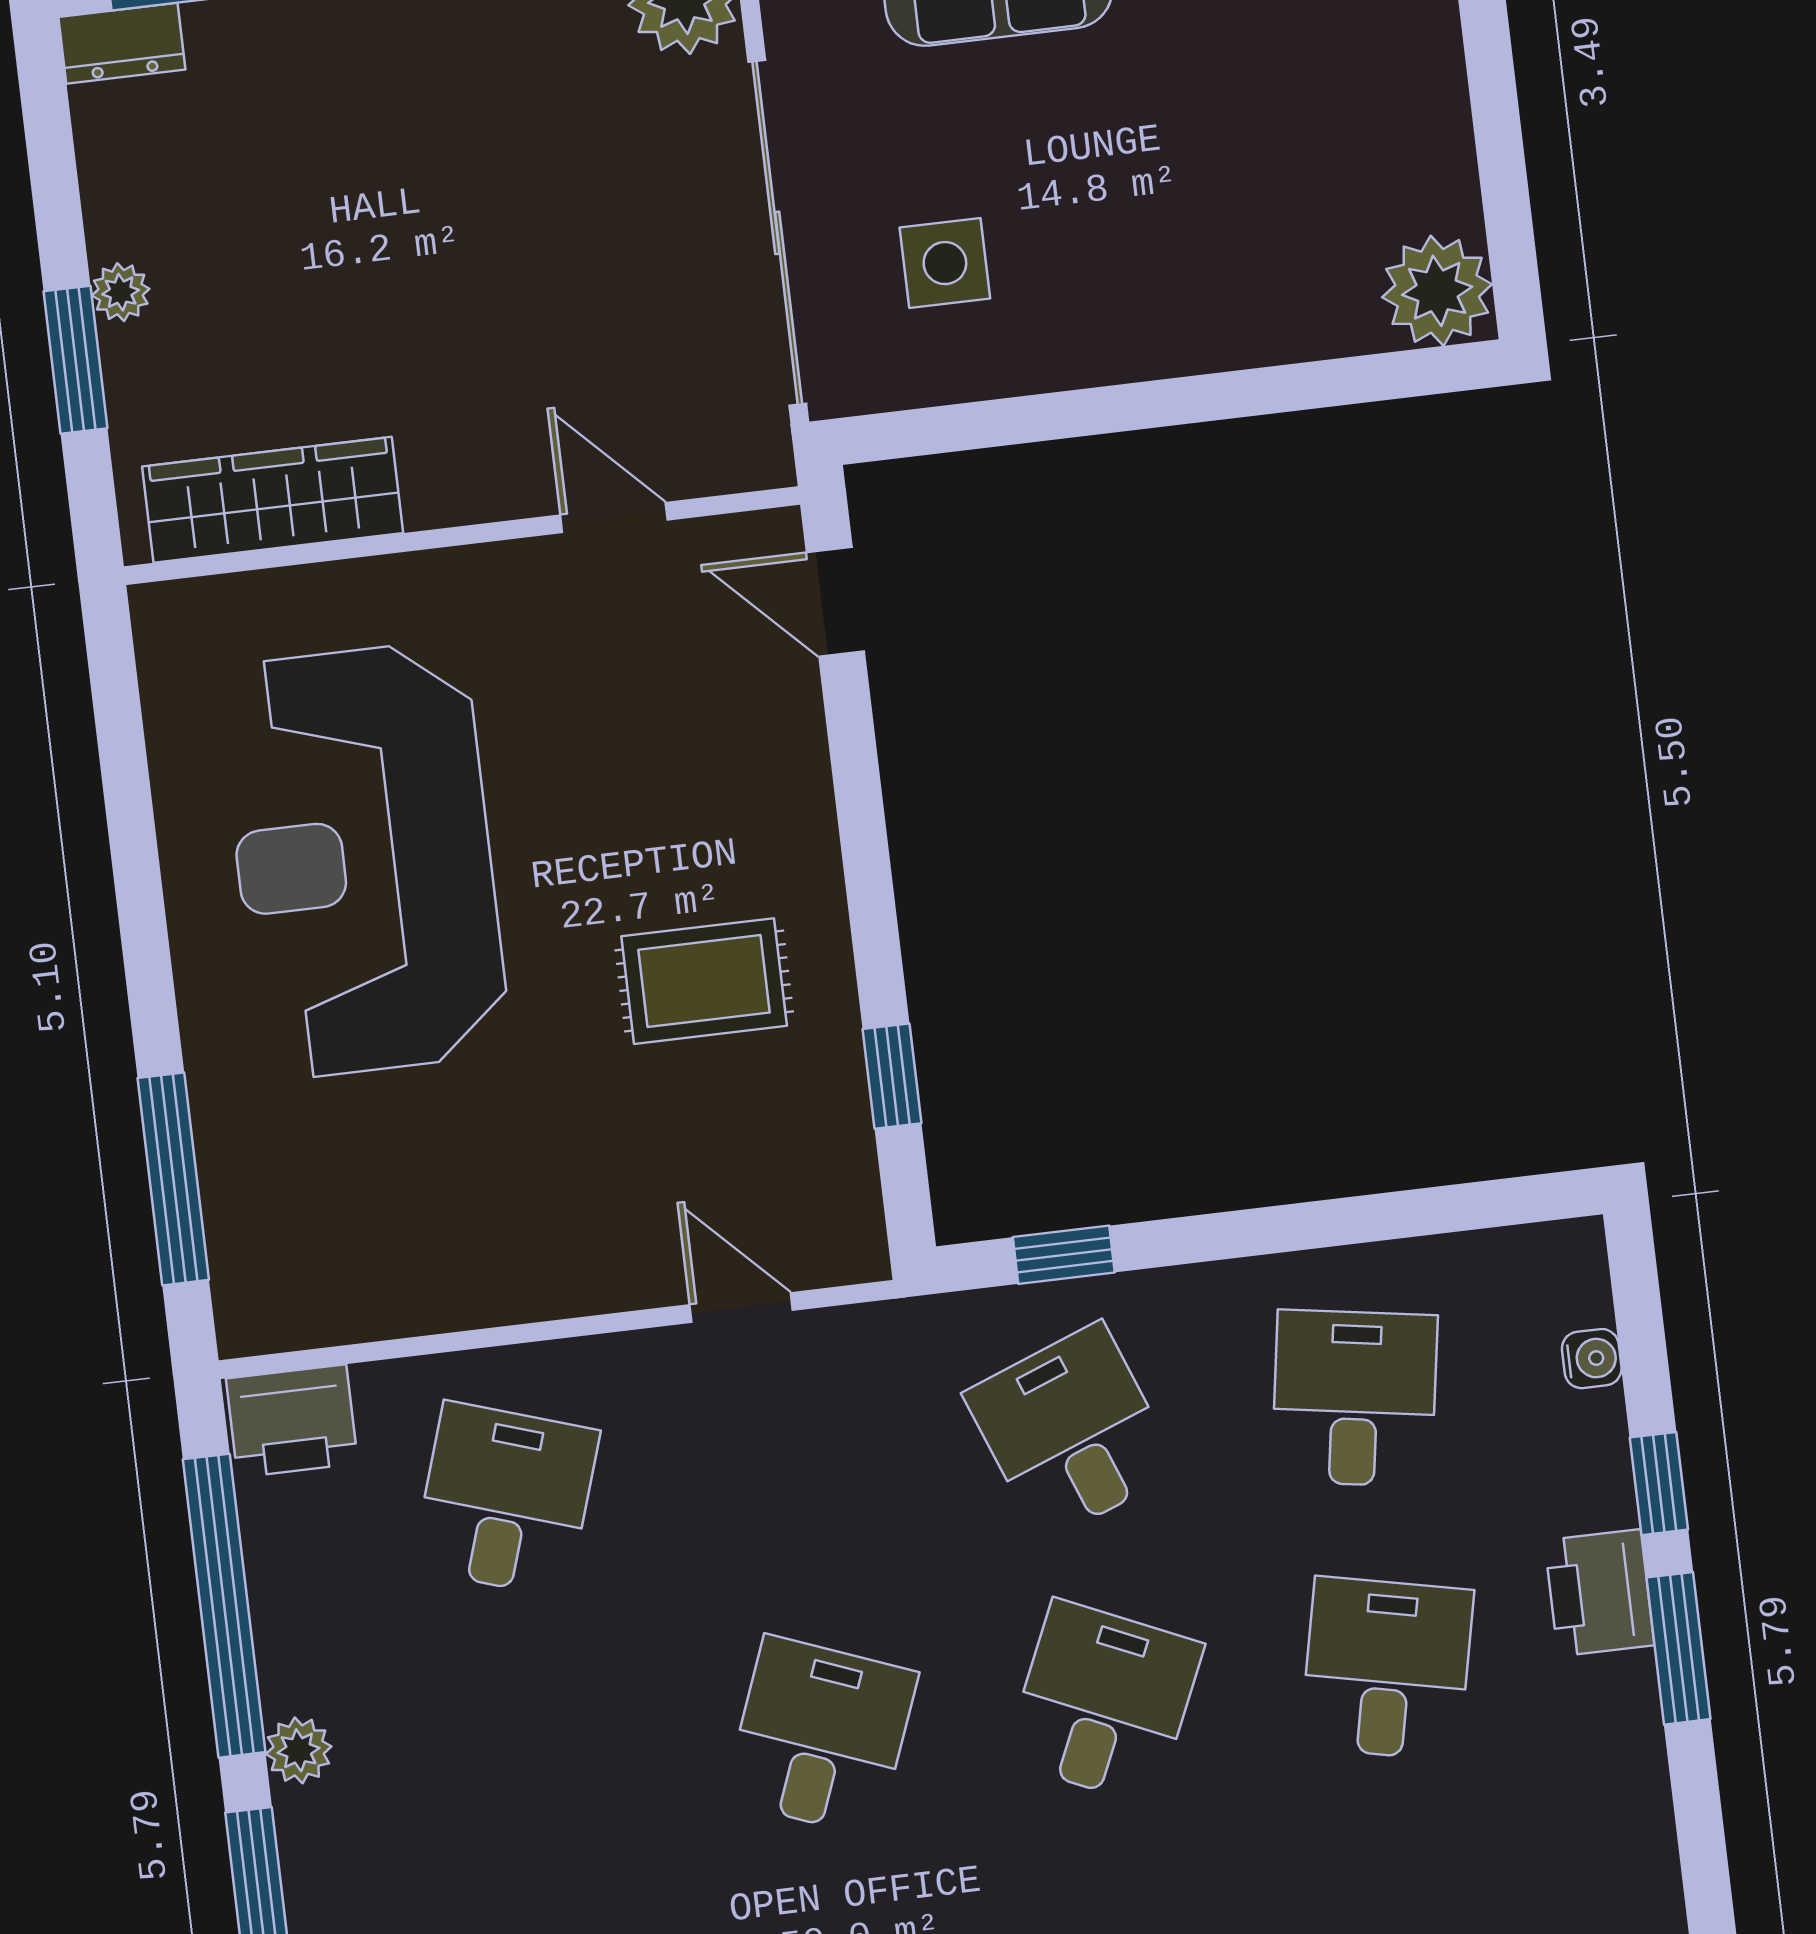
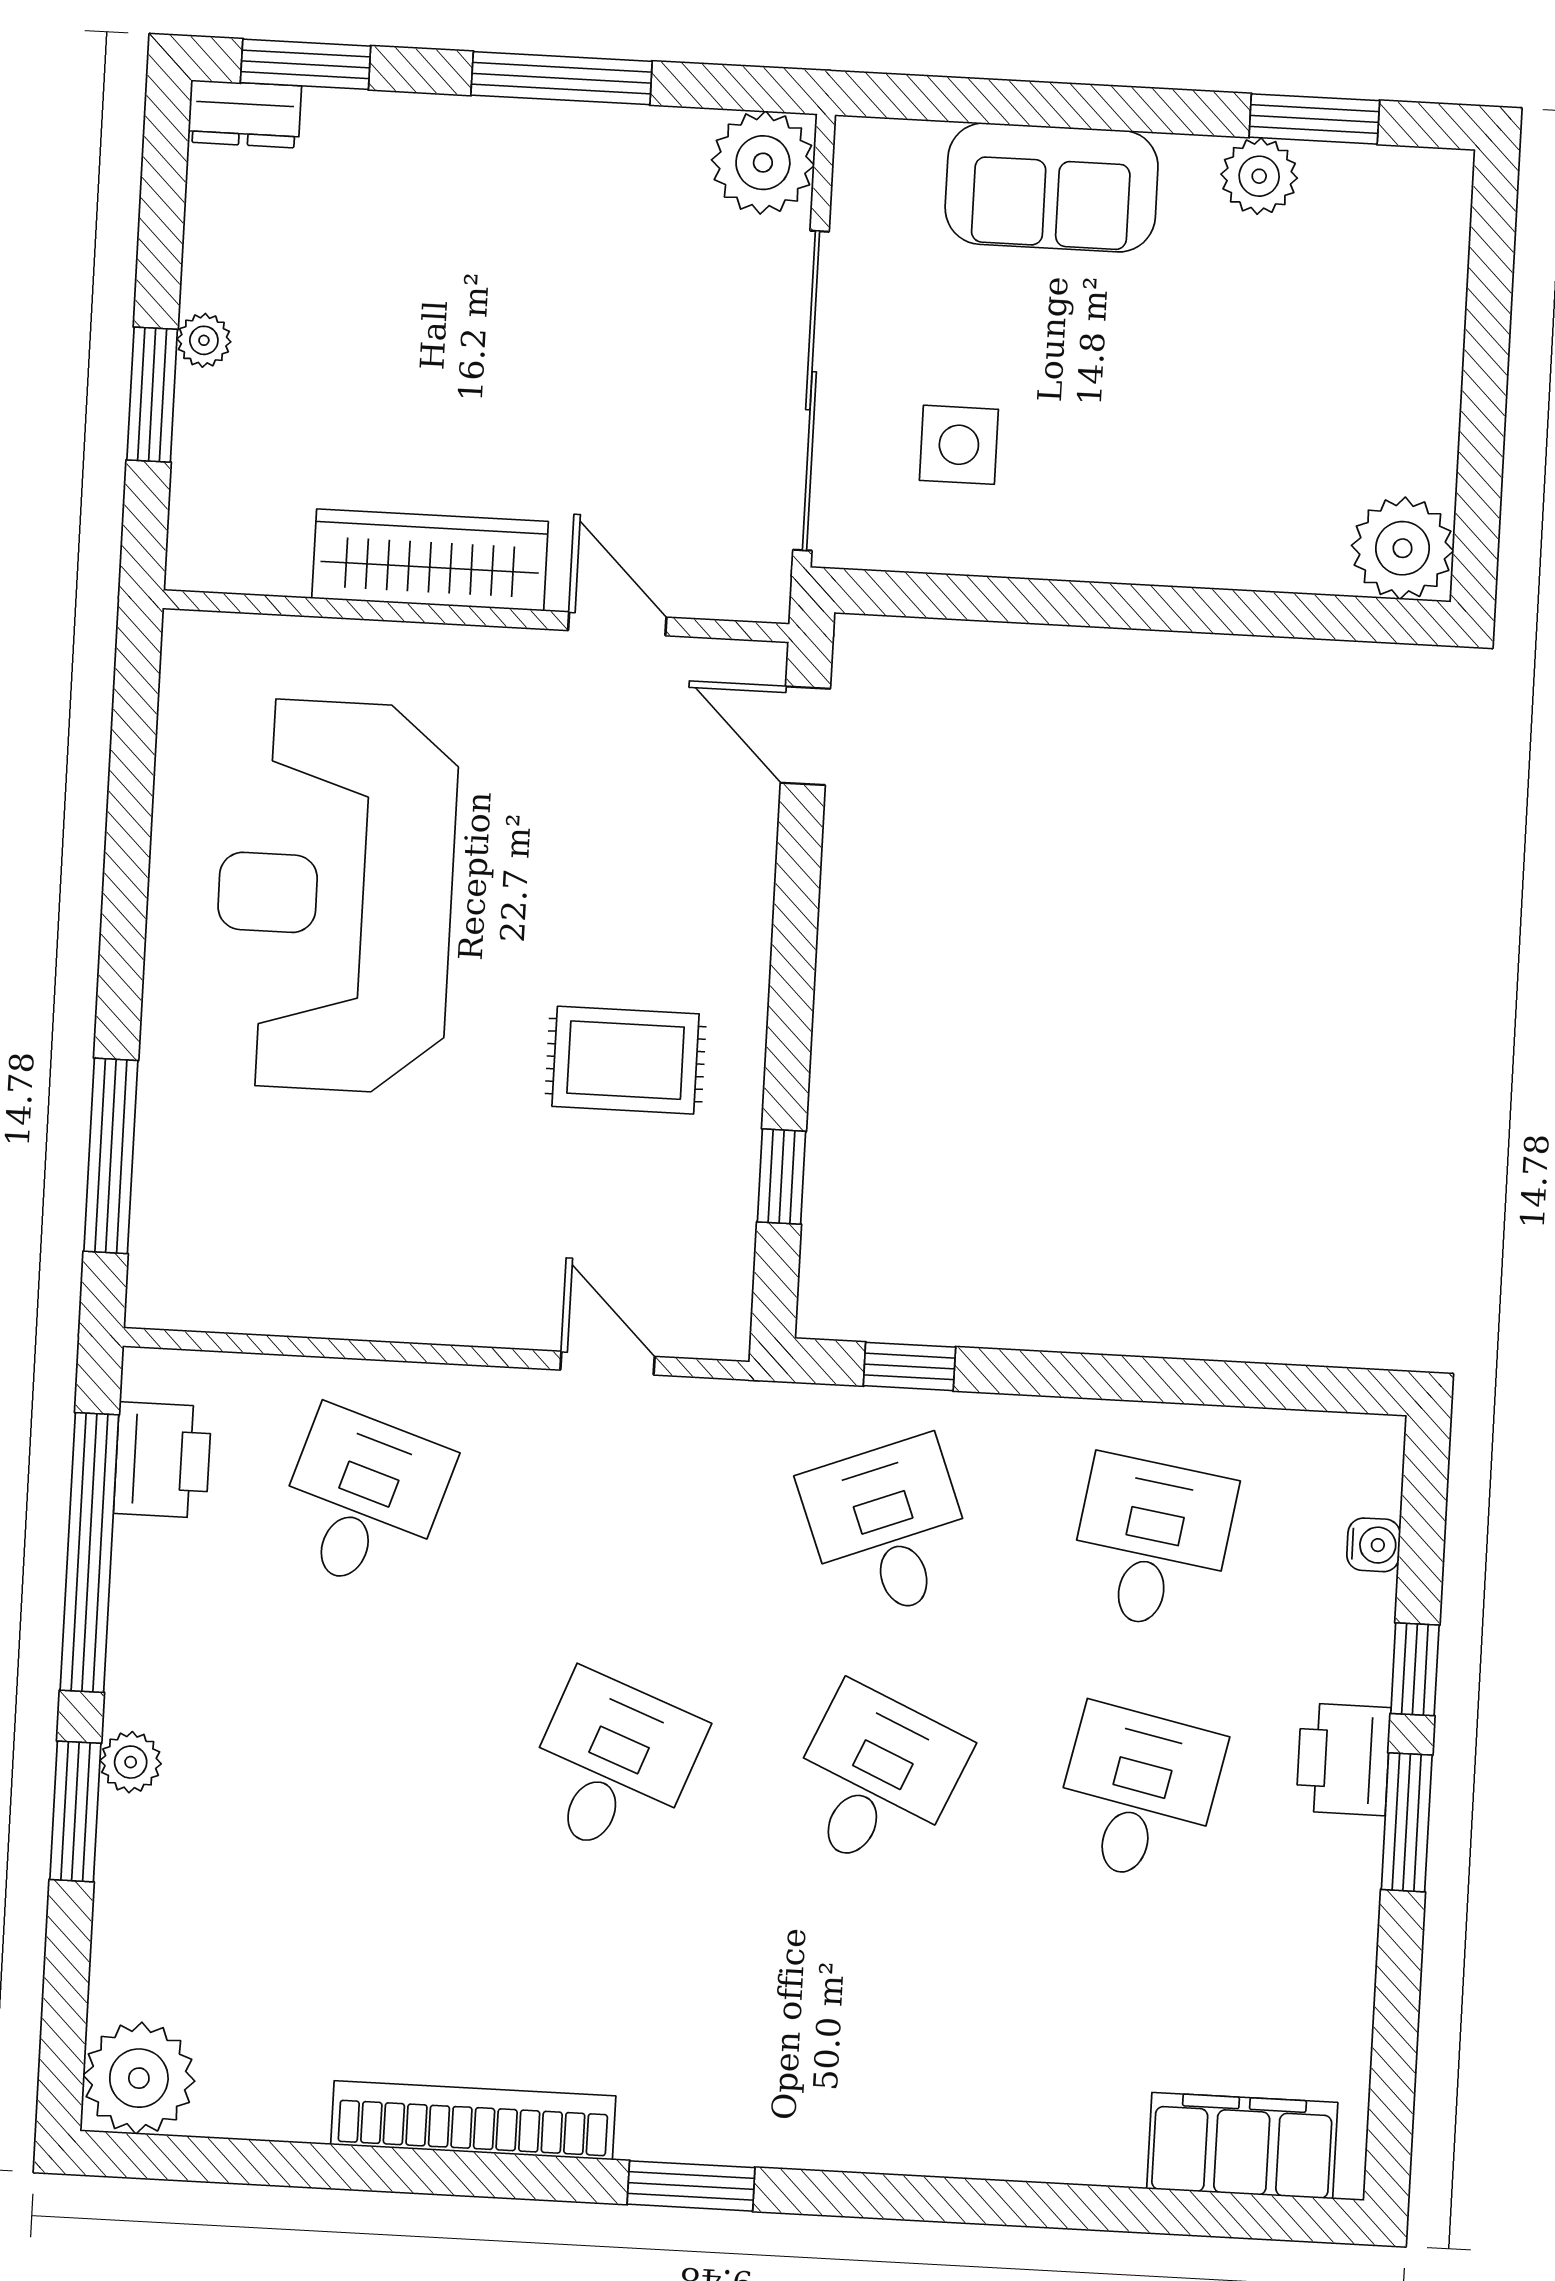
wardrobe: (273, 500) -> (430, 560), moved
printer: (292, 1421) -> (163, 1460), moved, turned -90
plant: (299, 1750) -> (131, 1762), moved

